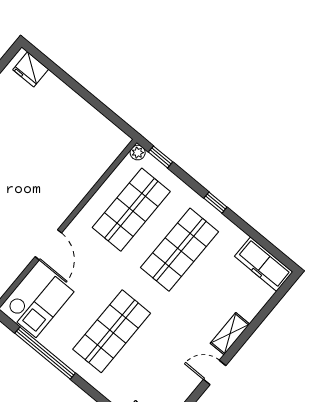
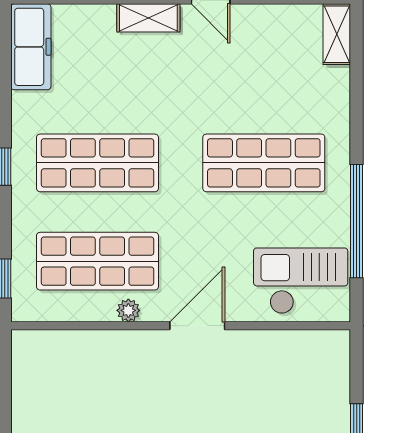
plant: (138, 153) -> (128, 310), moved
door: (48, 245) -> (197, 326), moved

